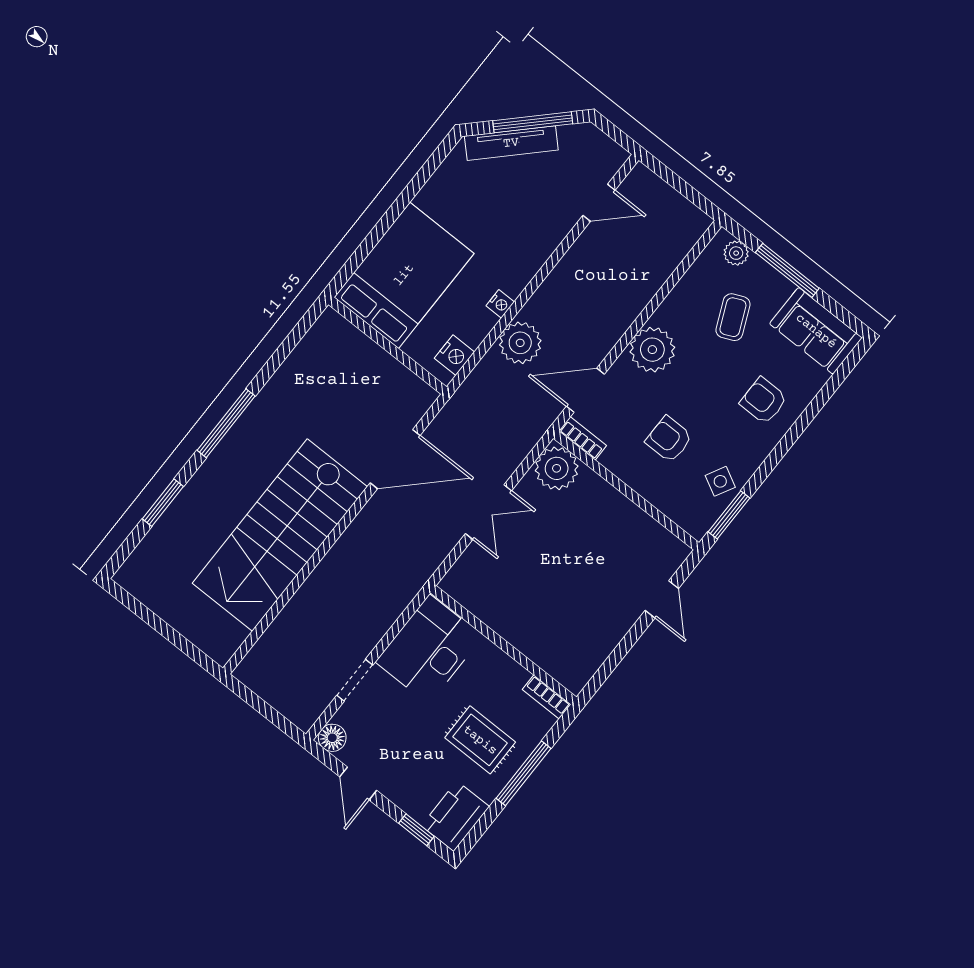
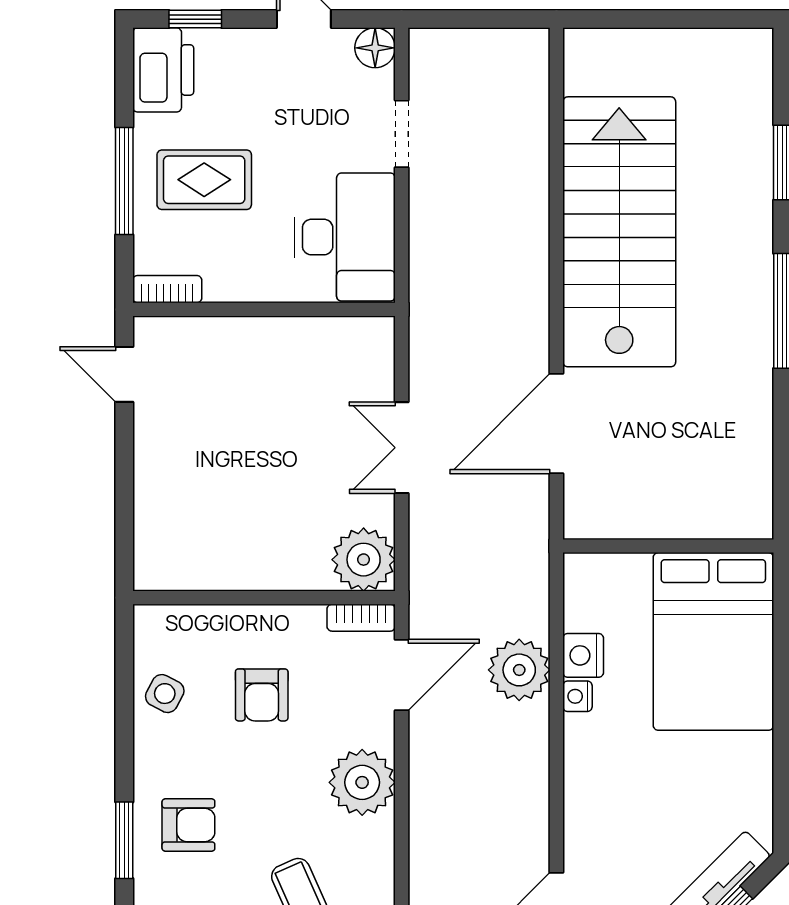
nightstand: (454, 355) -> (583, 655), moved
armchair: (669, 439) -> (262, 695), turned 90
window: (729, 515) -> (124, 840), moved
door: (662, 599) -> (124, 374), moved

